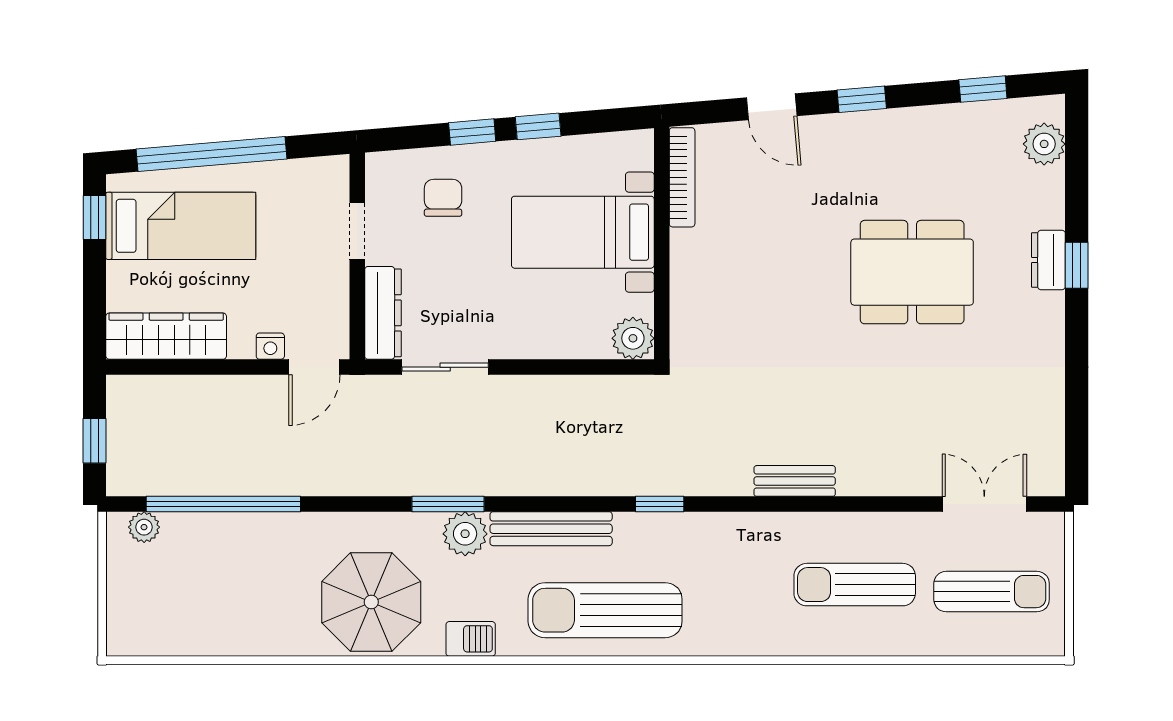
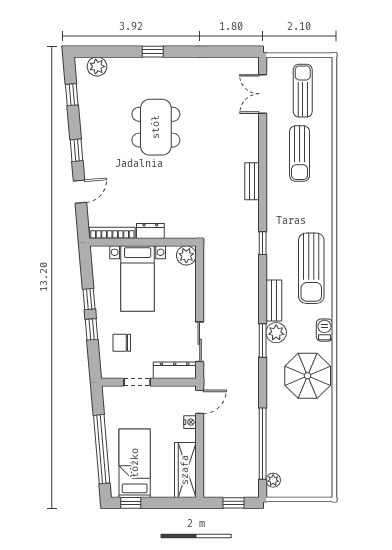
dresser: (1048, 260) -> (150, 231), moved, turned 180
door: (314, 367) -> (200, 402), hinge flipped
bench: (551, 529) -> (274, 301), width x0.73

